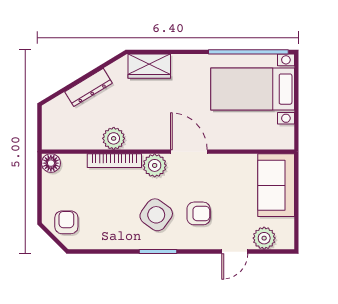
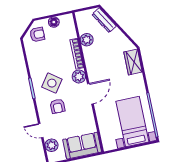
dresser: (89, 87) -> (104, 20), moved
plant: (114, 138) -> (87, 40), moved
floor lamp: (51, 163) -> (54, 22), moved

